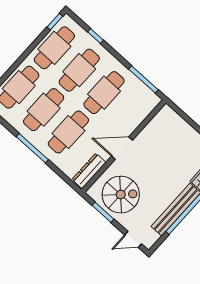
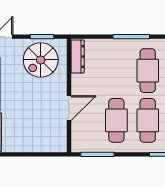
cafe table: (68, 132) -> (116, 71), removed
door: (122, 148) -> (69, 108), moved

